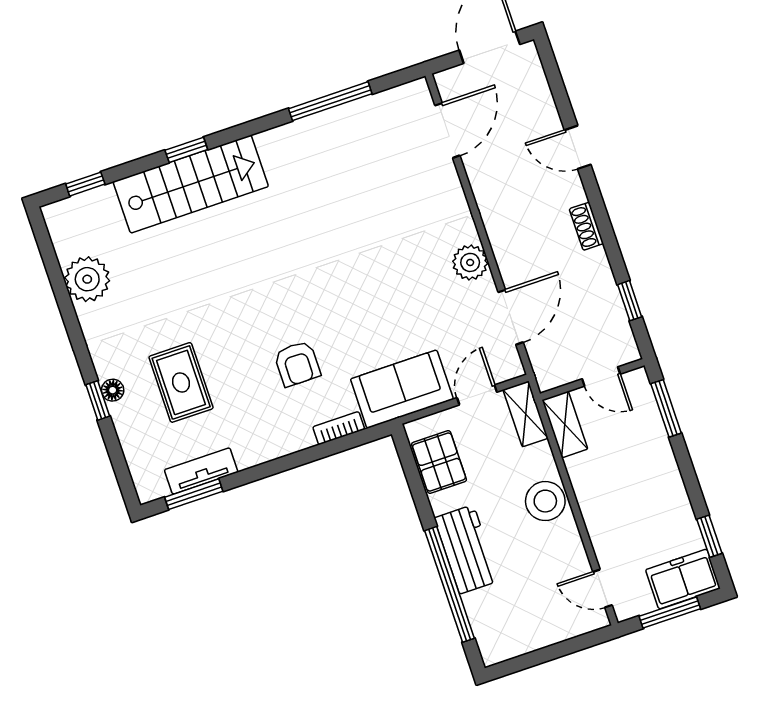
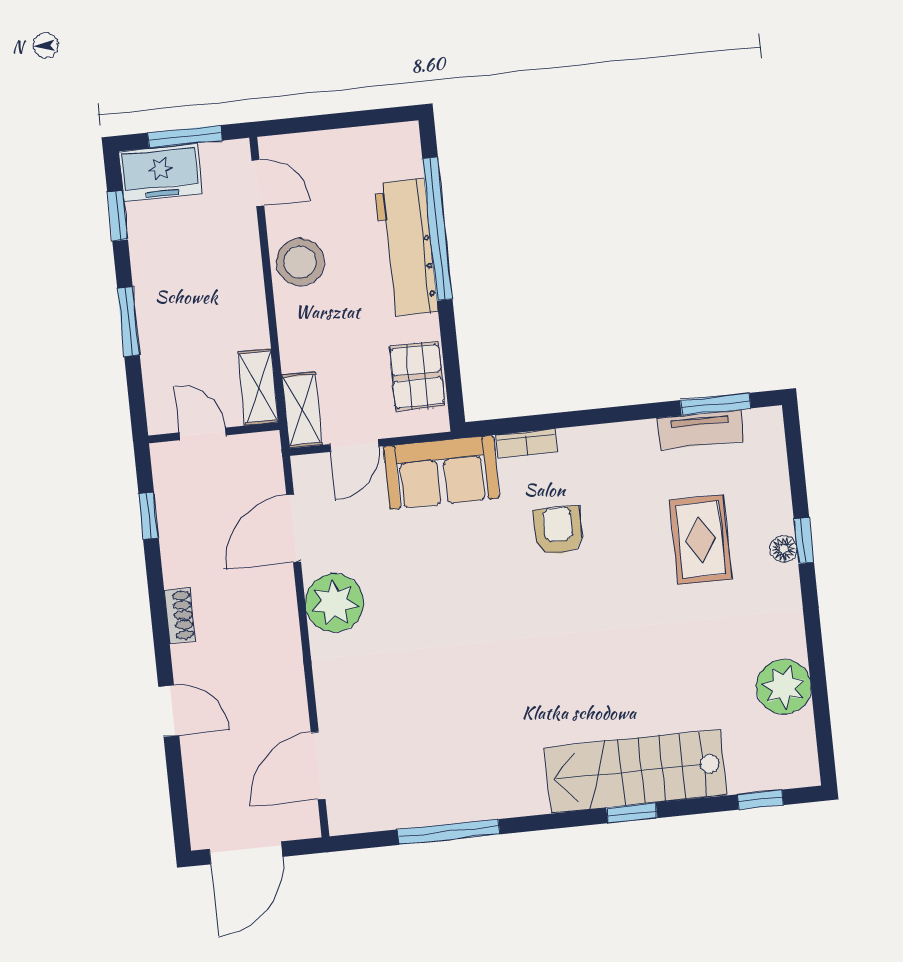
plant: (470, 262) -> (334, 603), width x1.36, depth x1.36
window: (666, 408) -> (129, 322), moved
stool: (545, 501) -> (300, 262), moved
workbench: (466, 549) -> (406, 247), width x1.38

